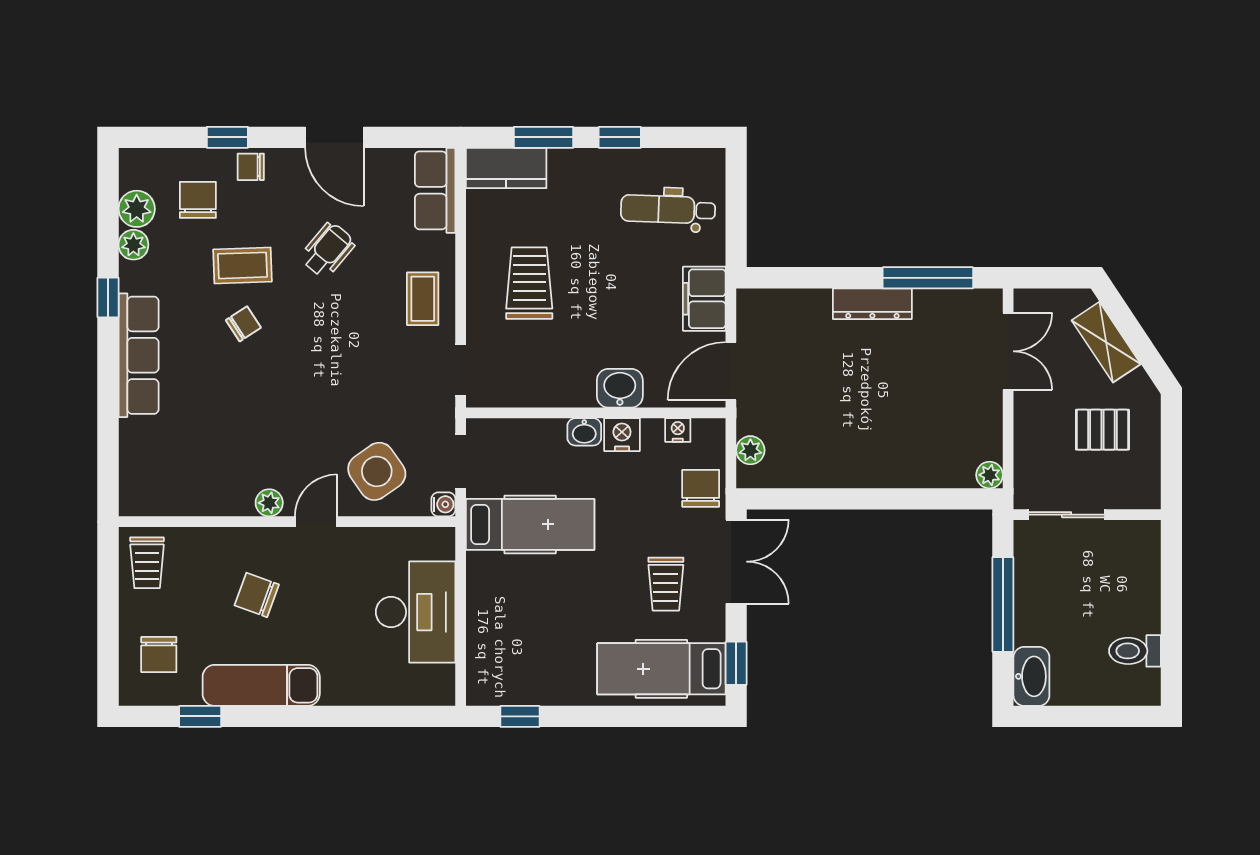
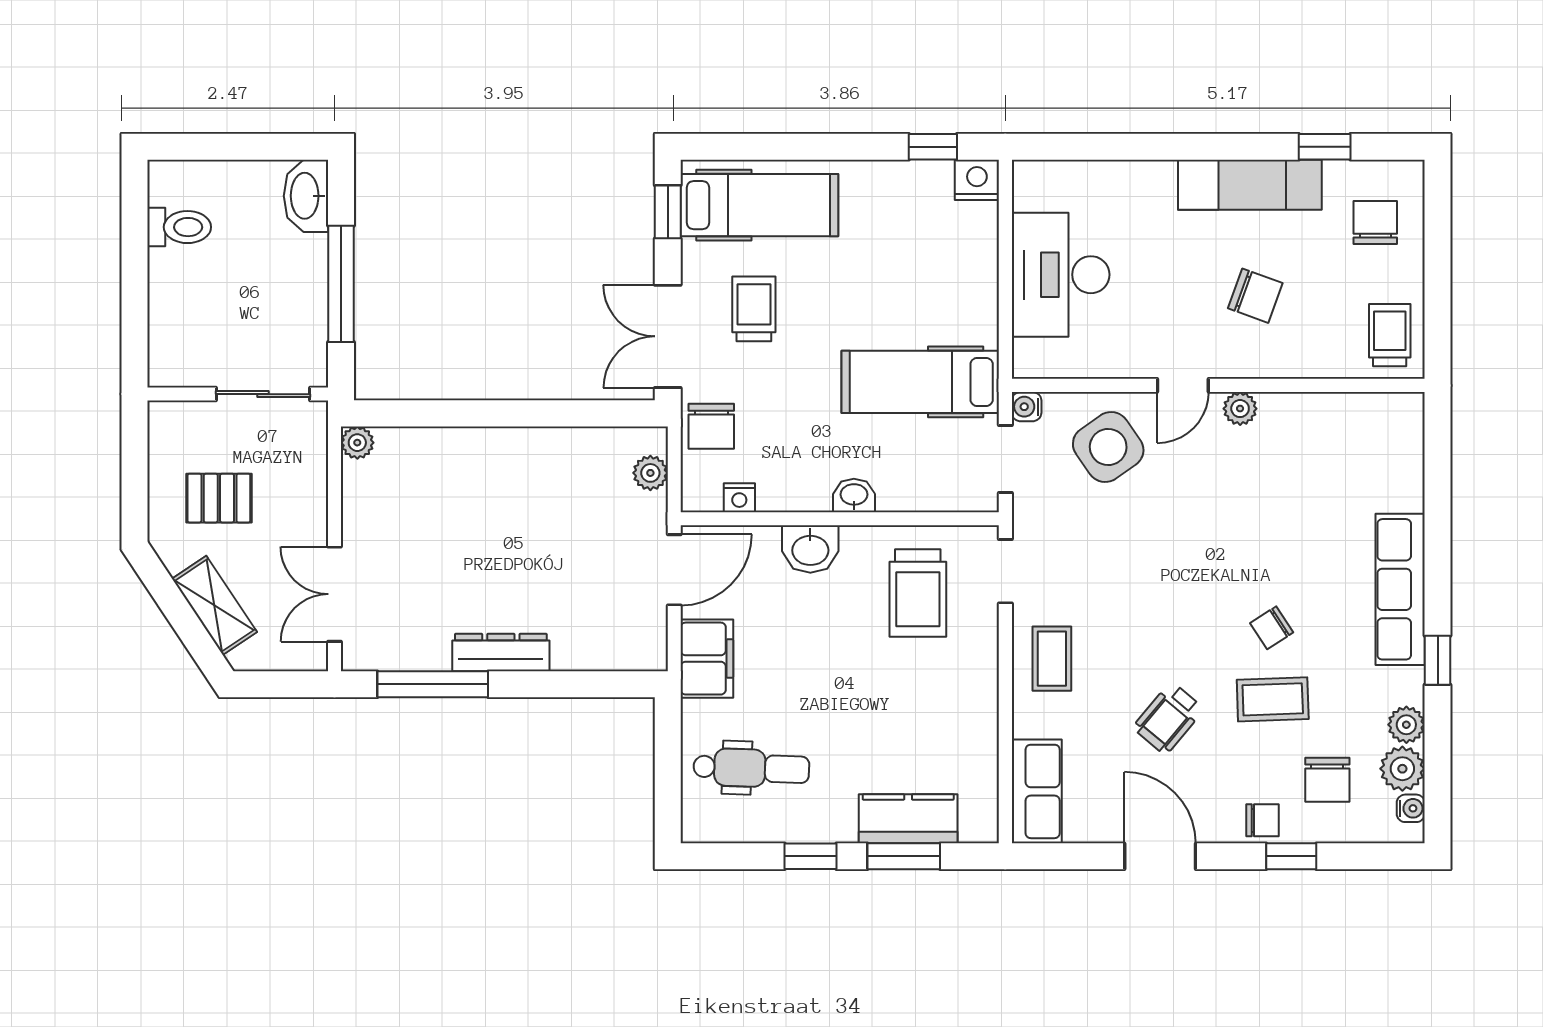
kitchen counter: (506, 168) -> (908, 819), moved
water cooler: (130, 177) -> (1411, 808), added
trolley: (529, 283) -> (918, 593), moved
nightstand: (622, 435) -> (977, 180), moved, turned 180

